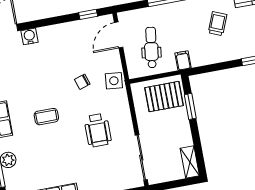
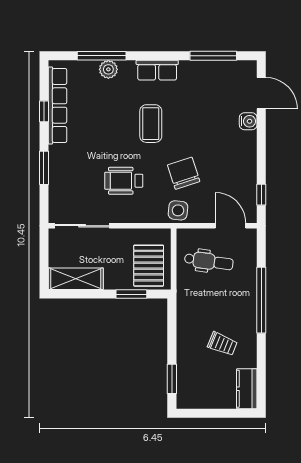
filing cabinet: (183, 60) -> (187, 296), removed
chair: (82, 82) -> (184, 173), width x1.87, depth x1.87
coffee table: (46, 117) -> (151, 124), width x1.36, depth x1.30
shelving: (190, 162) -> (76, 279), width x1.50, depth x1.33

